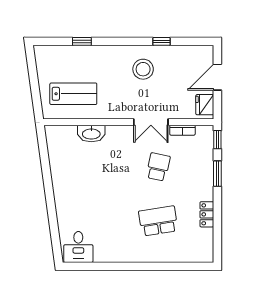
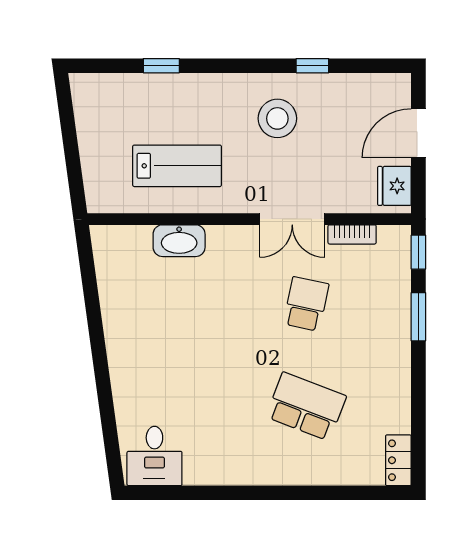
lab bench: (73, 94) -> (177, 166), moved
locker: (207, 214) -> (398, 460), moved
school desk: (158, 221) -> (306, 406), turned 30

